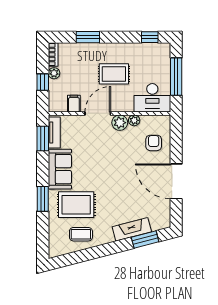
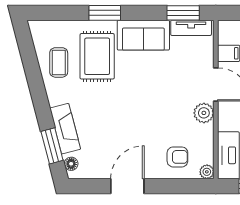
plant: (134, 120) -> (207, 172), moved
door: (176, 181) -> (127, 186), width x0.73
floor lamp: (159, 225) -> (71, 164), added

